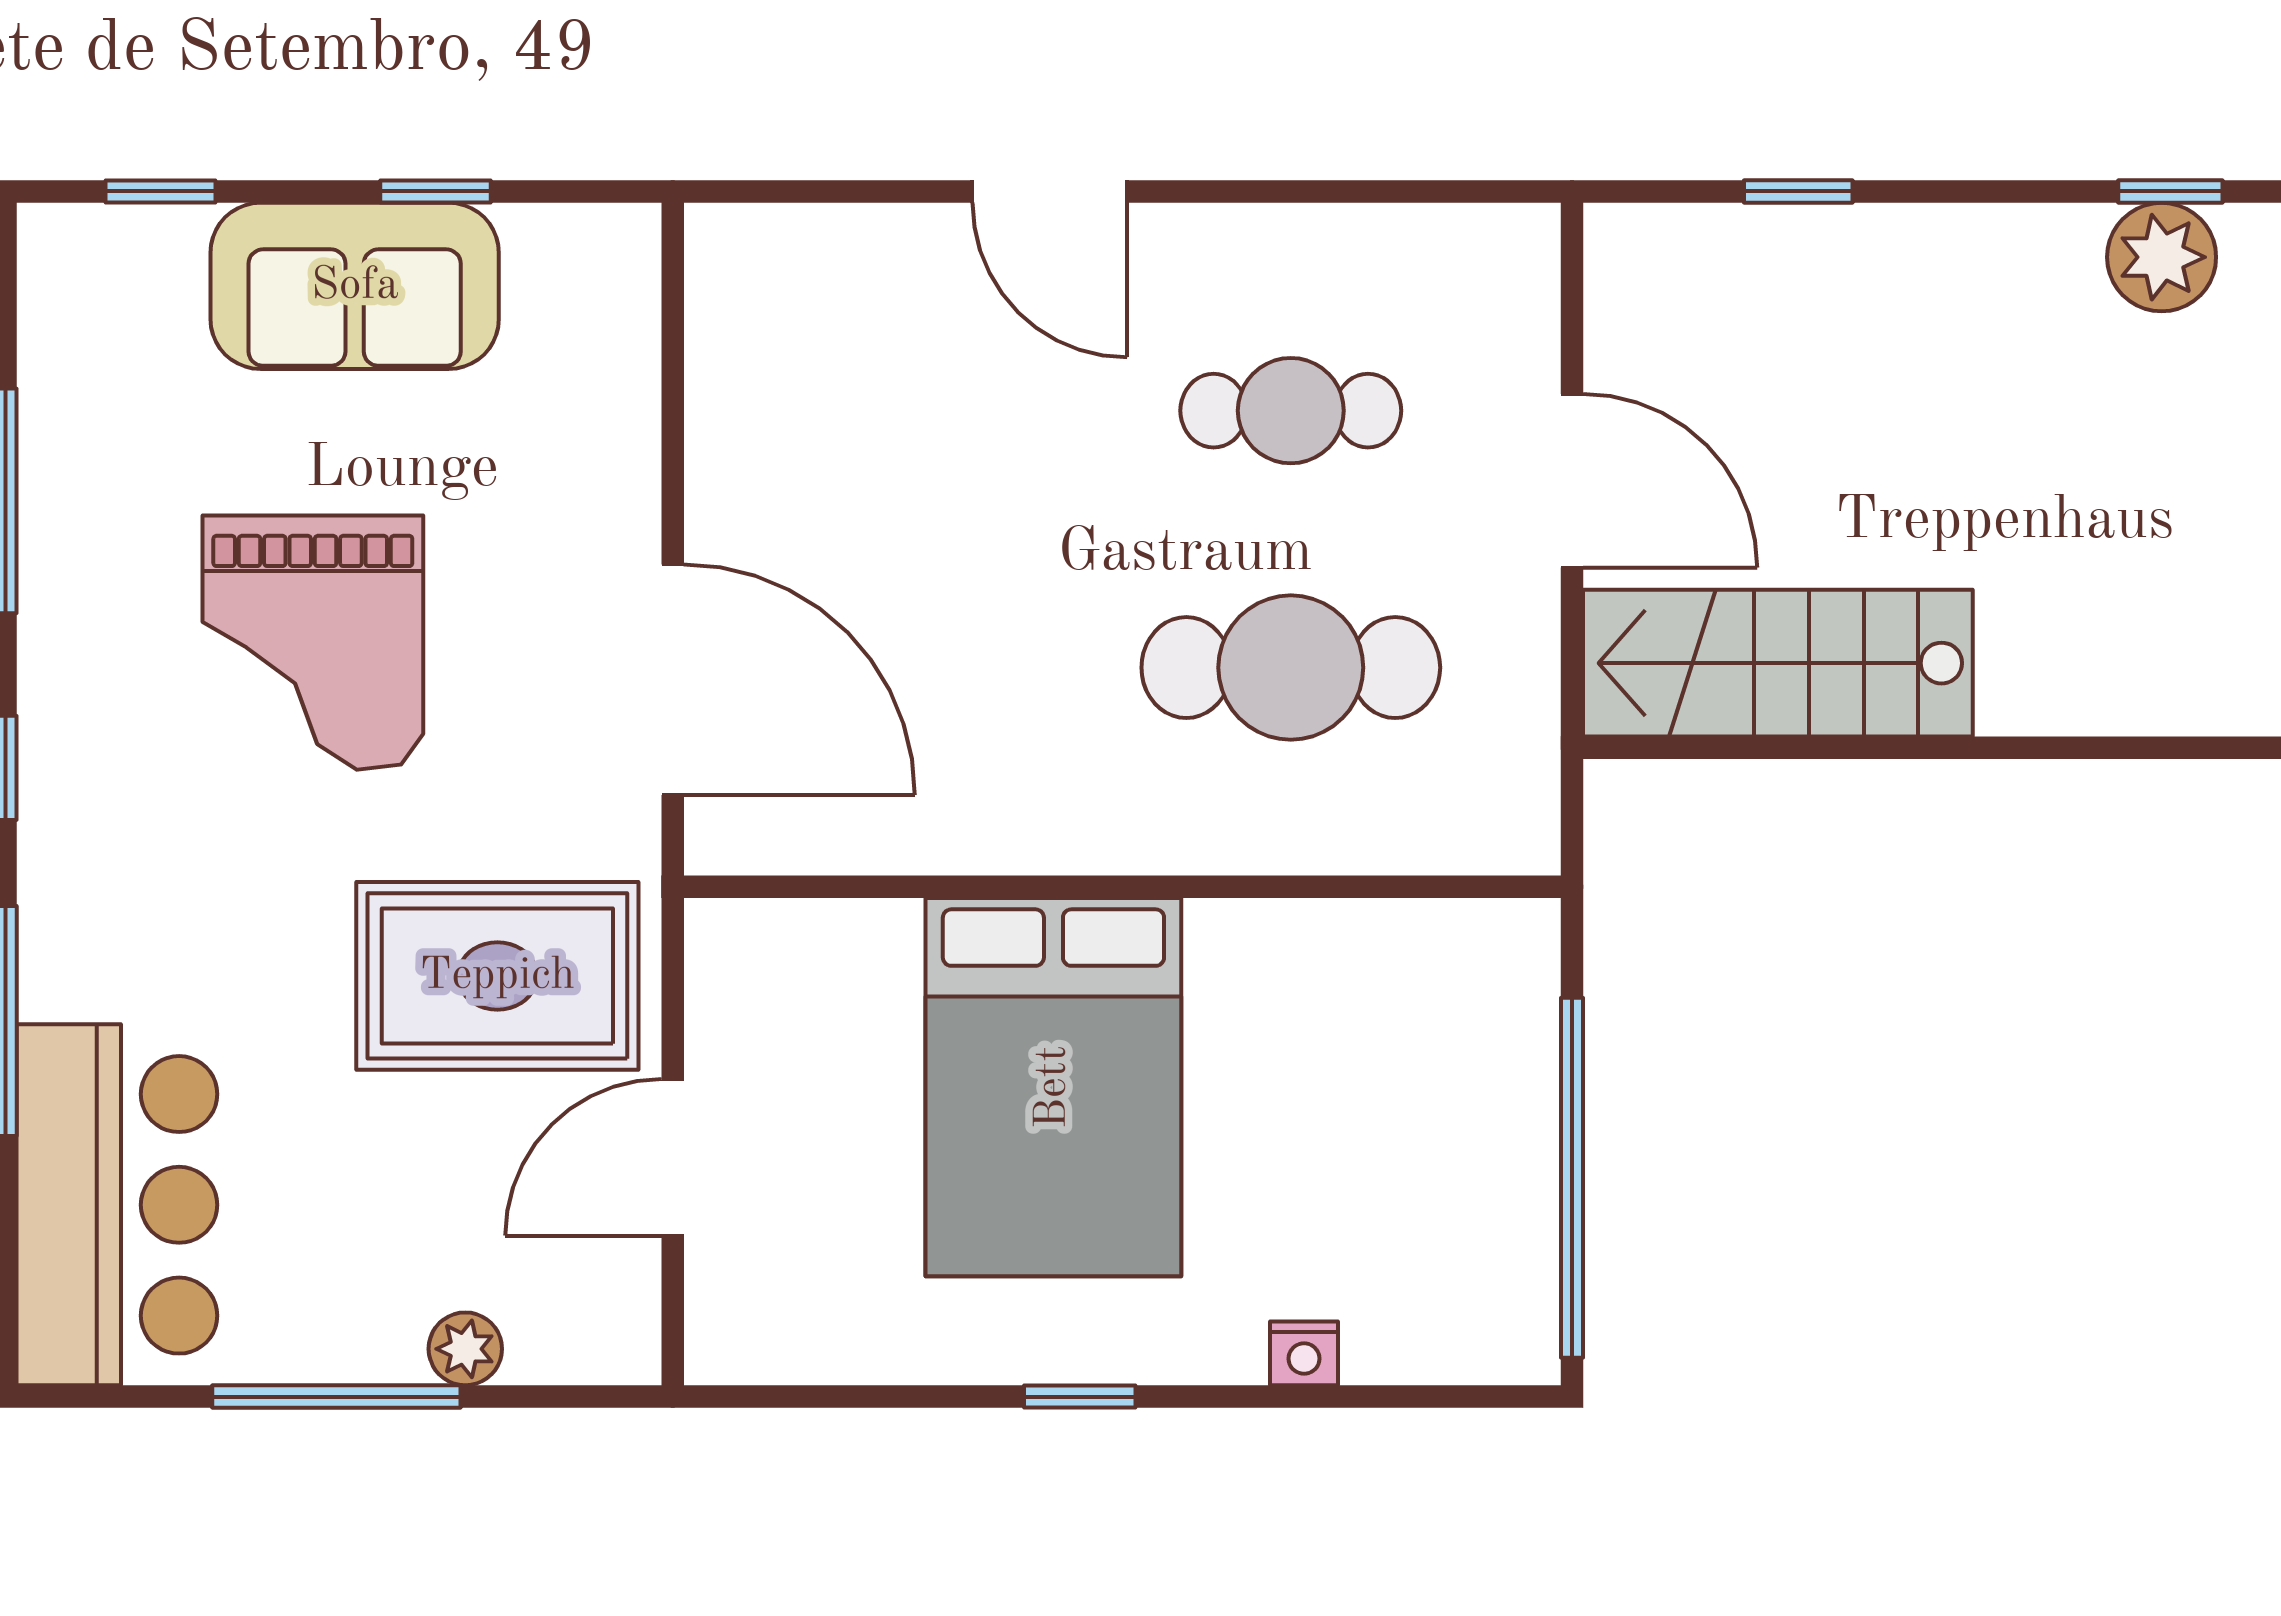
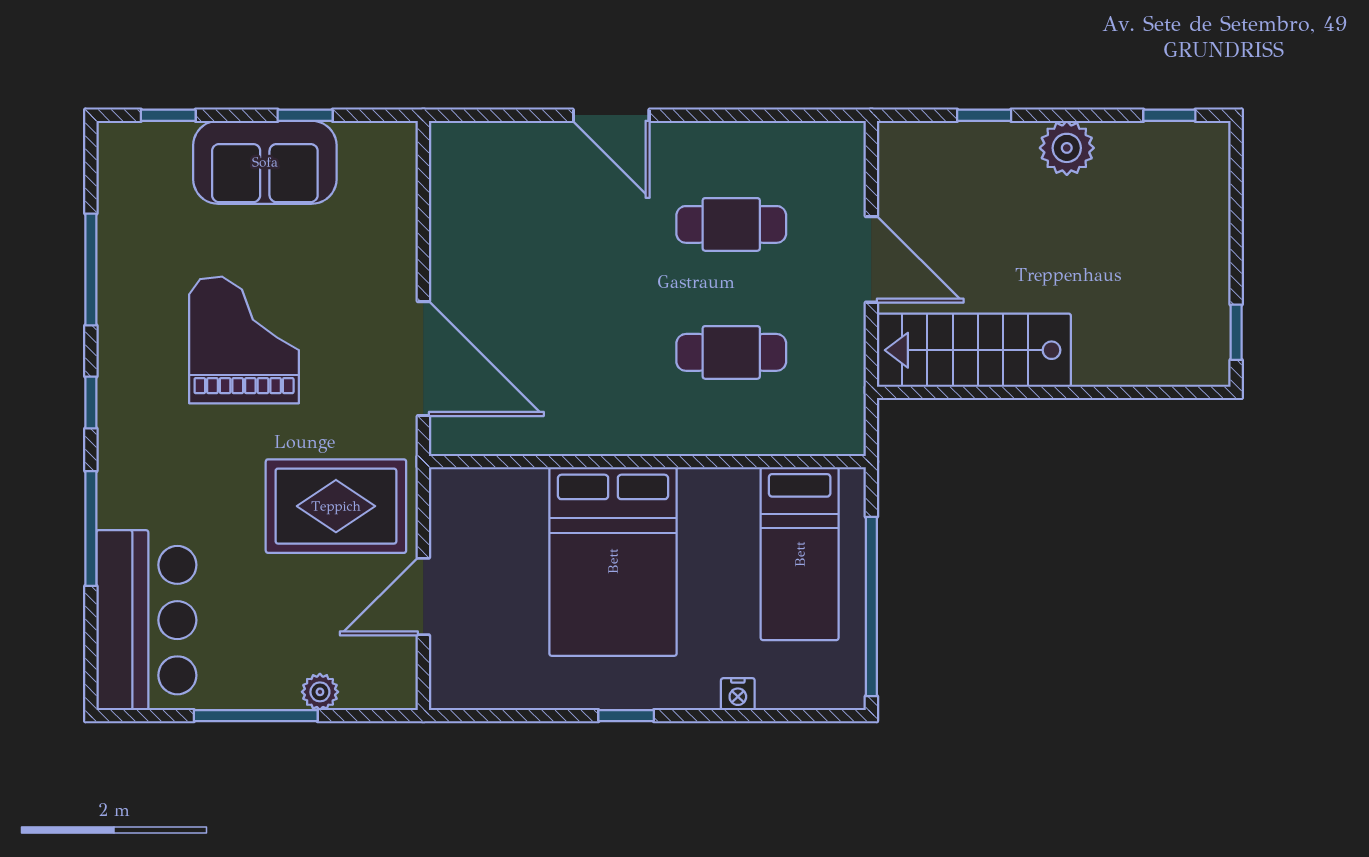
plant: (2162, 257) -> (1067, 148), moved
grand piano: (313, 643) -> (244, 340), turned 180
cafe table: (1291, 668) -> (731, 352), width x0.73, depth x0.74
bed: (1428, 1072) -> (800, 554), added

